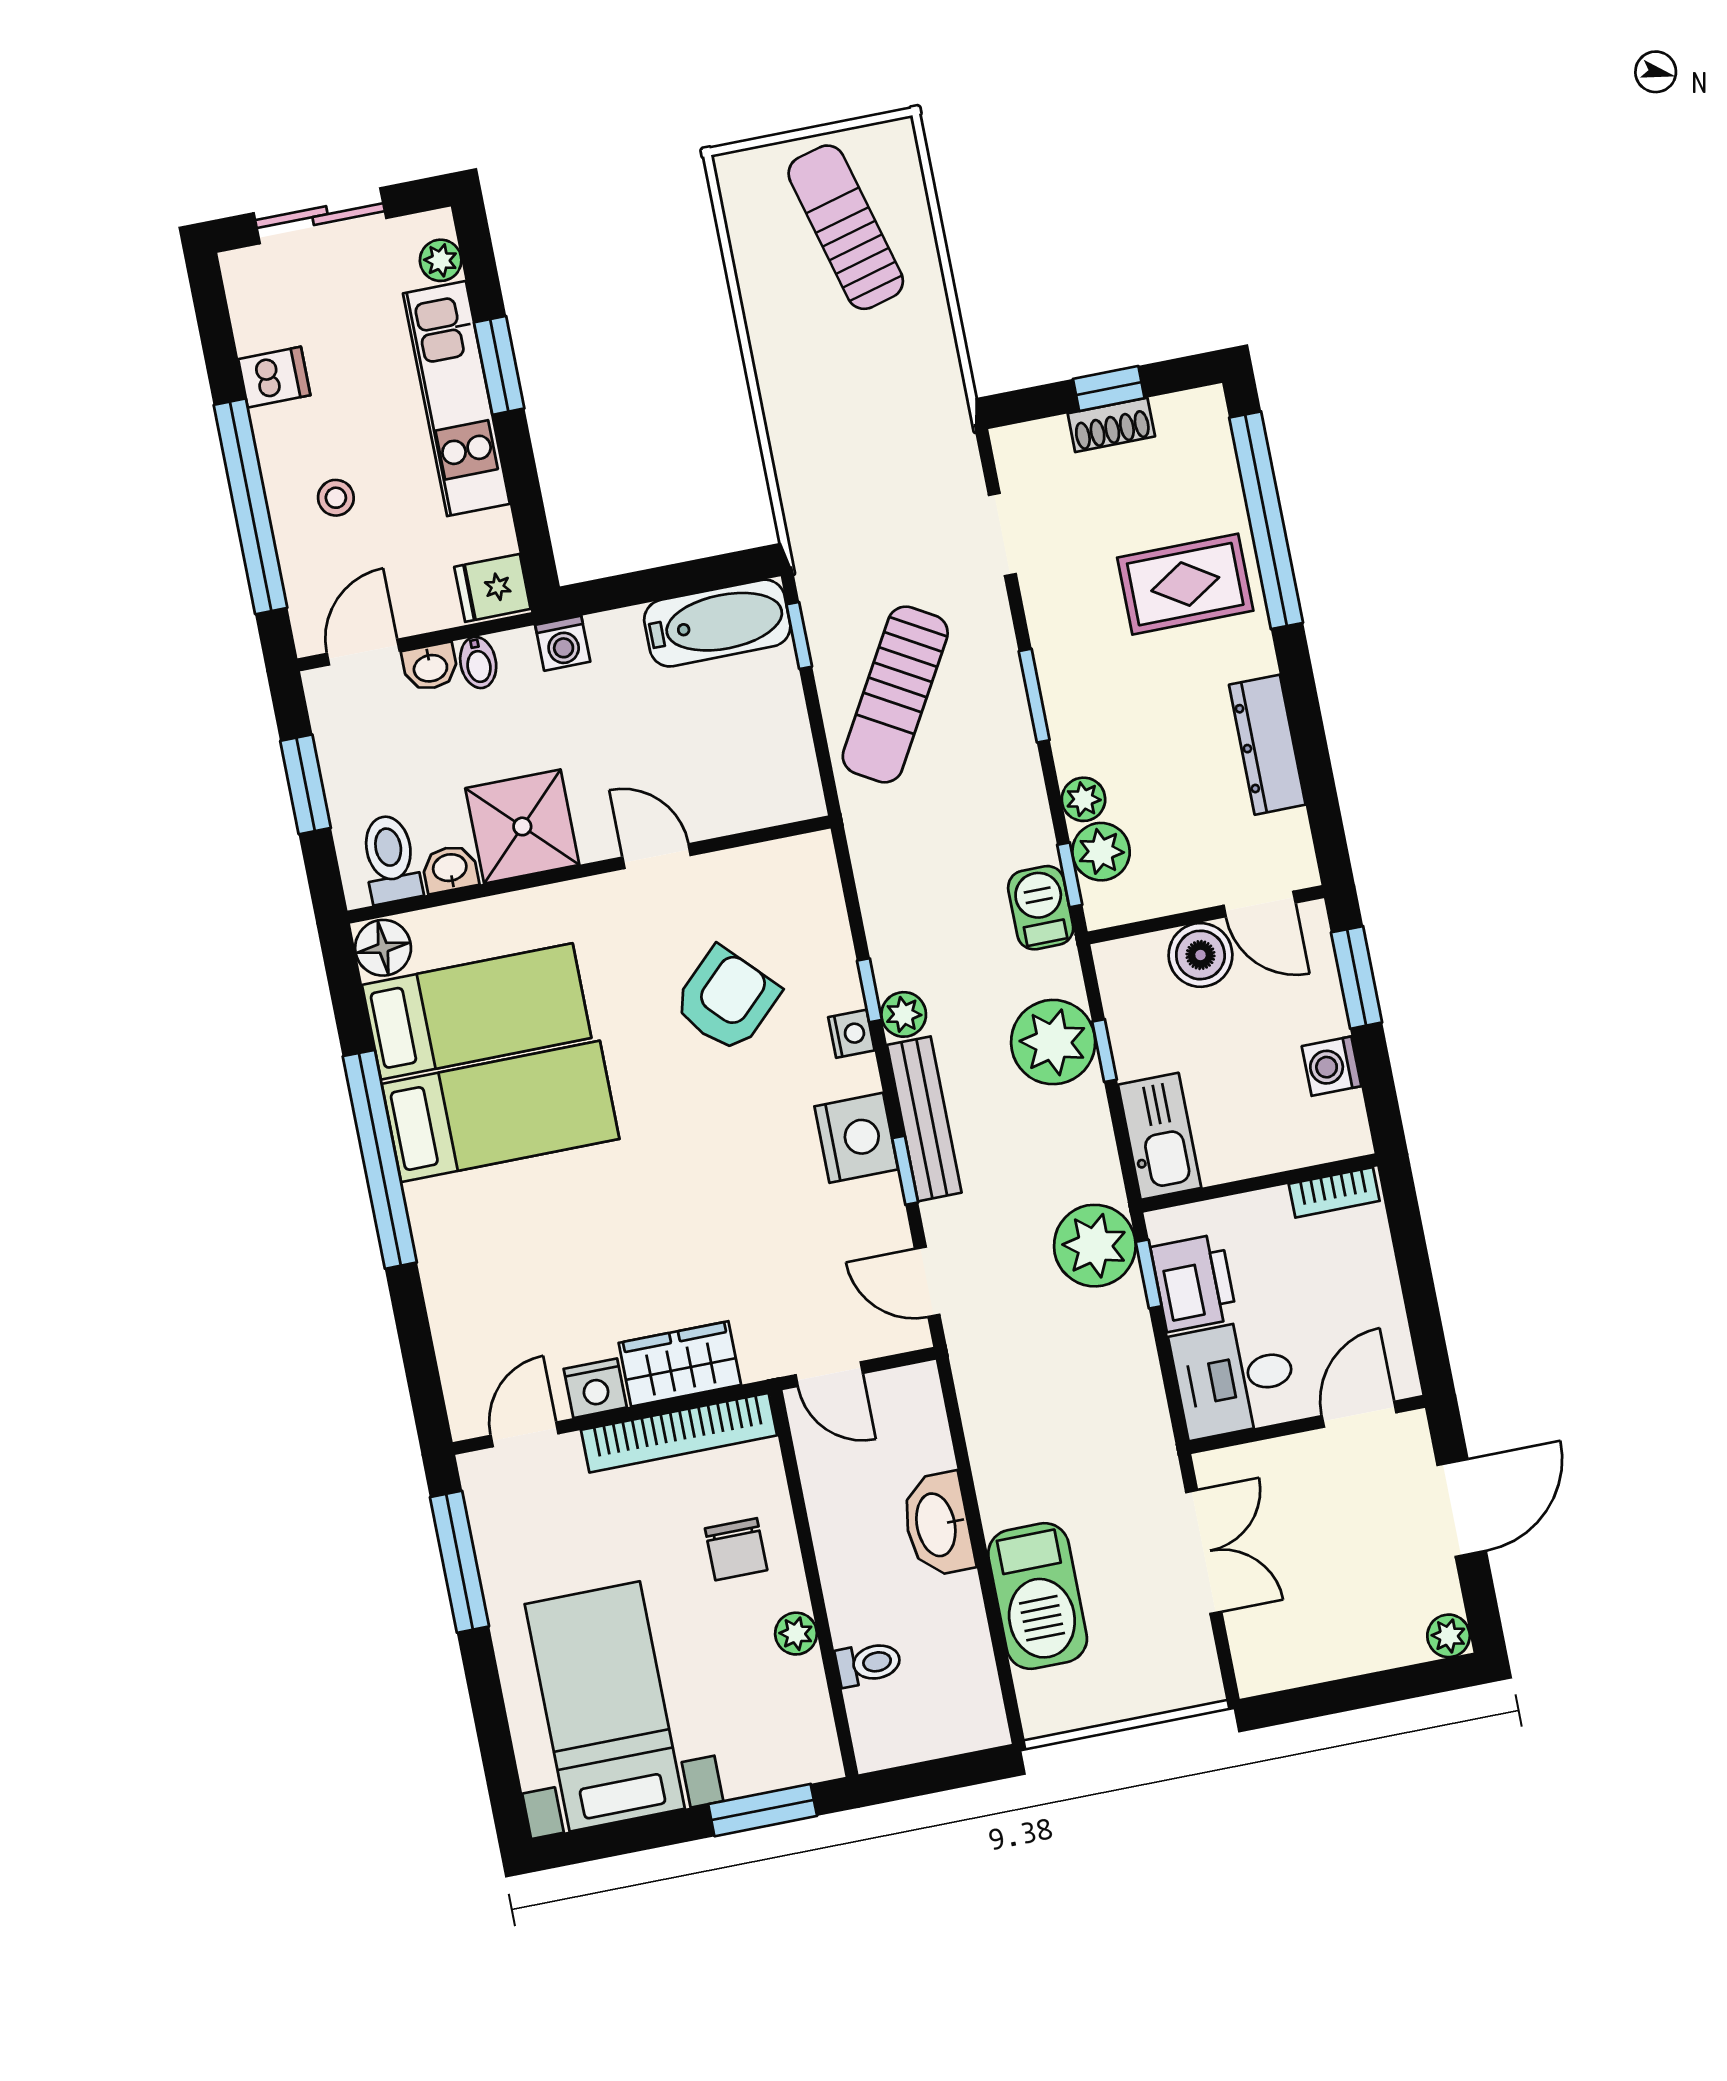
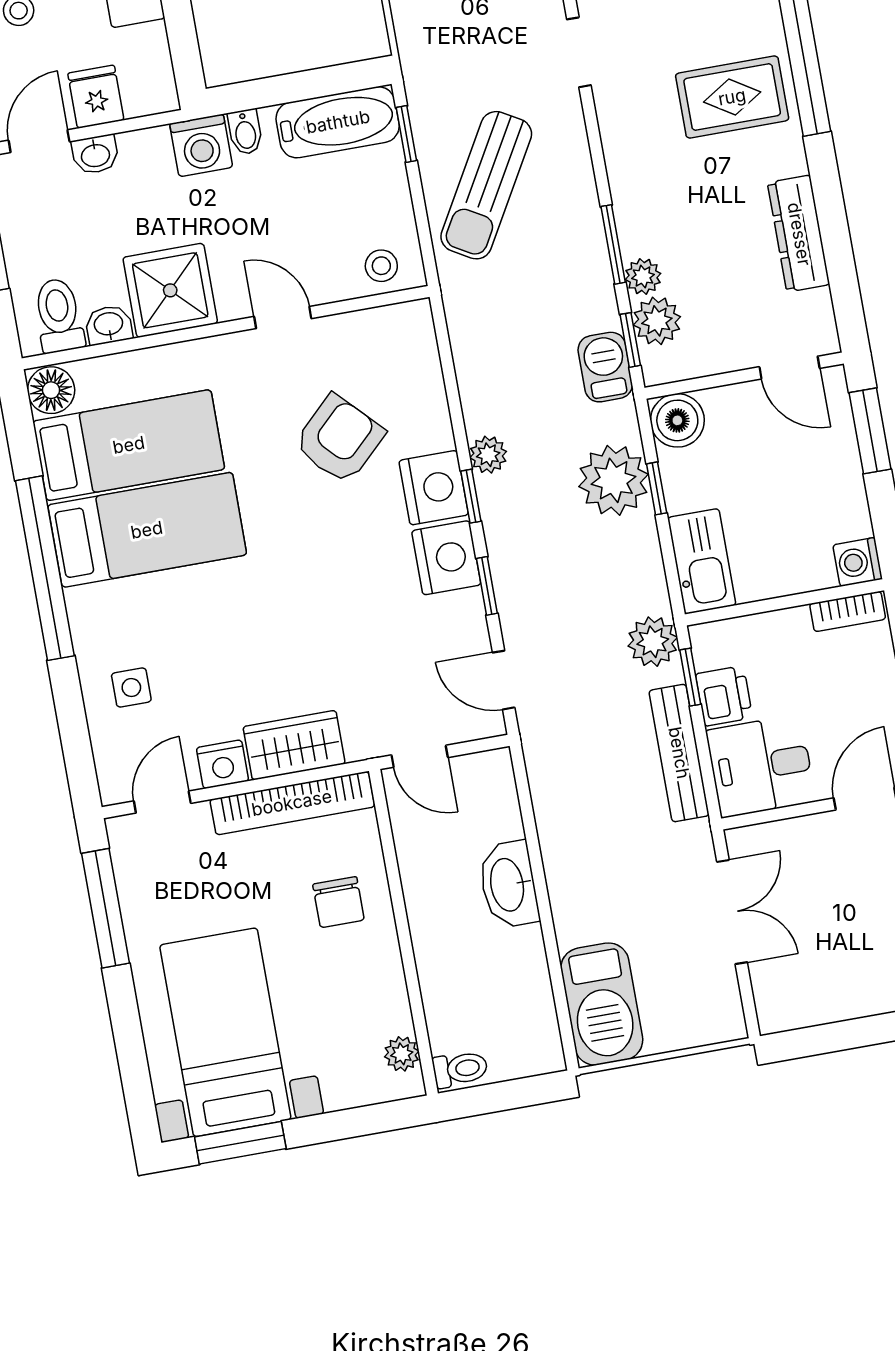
fridge: (492, 588) -> (96, 97), moved, turned 90
washing machine: (563, 643) -> (201, 145), width x1.38, depth x1.38
bidet: (478, 662) -> (245, 132), moved
window: (1034, 696) -> (613, 244), moved
stool: (772, 792) -> (381, 266), added
boiler: (1200, 955) -> (677, 420), moved
window: (869, 990) -> (471, 496), moved
nightstand: (851, 1034) -> (434, 488), width x1.89, depth x1.79
washing machine: (1332, 1066) -> (858, 562), moved
bench: (924, 1119) -> (679, 753), moved
plant: (1095, 1246) -> (653, 642), width x0.73, depth x0.73
printer: (1194, 1283) -> (724, 696), width x0.73, depth x0.81
side table: (485, 1299) -> (131, 688), added
barbecue: (1038, 1596) -> (602, 1004), moved
plant: (796, 1634) -> (402, 1054), moved
toilet: (868, 1664) -> (460, 1069), moved
window: (763, 1810) -> (240, 1143), moved

